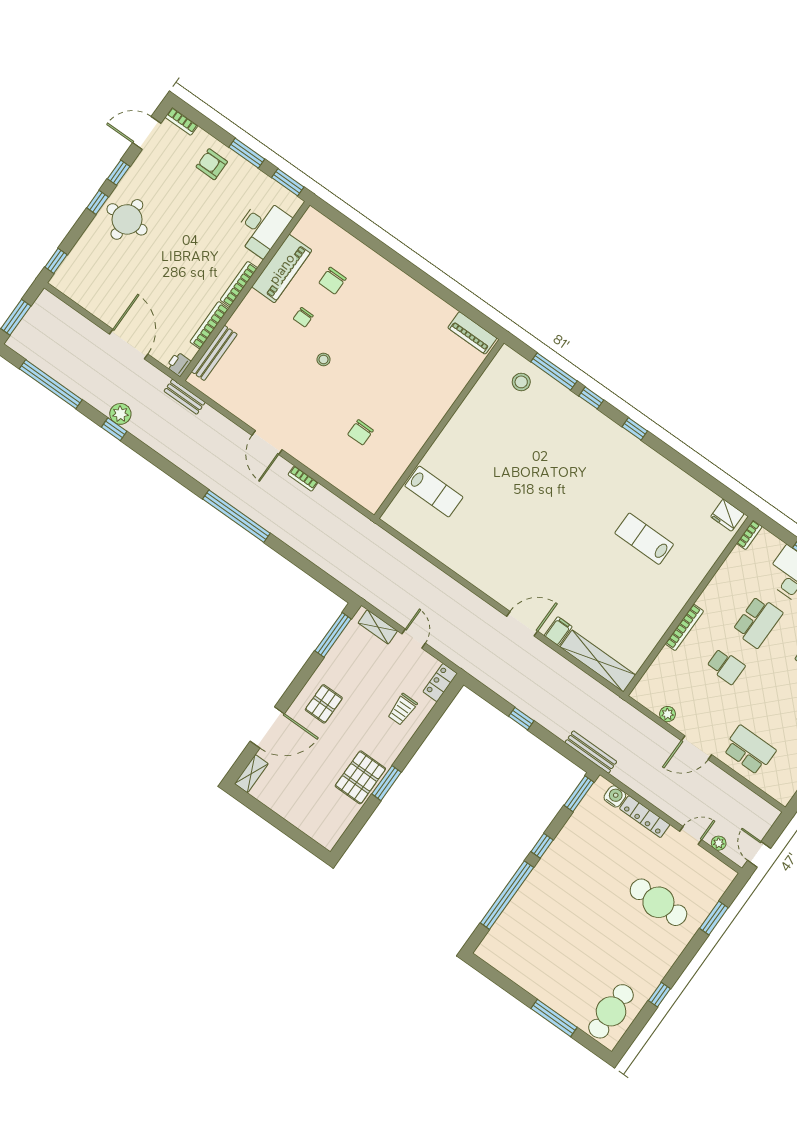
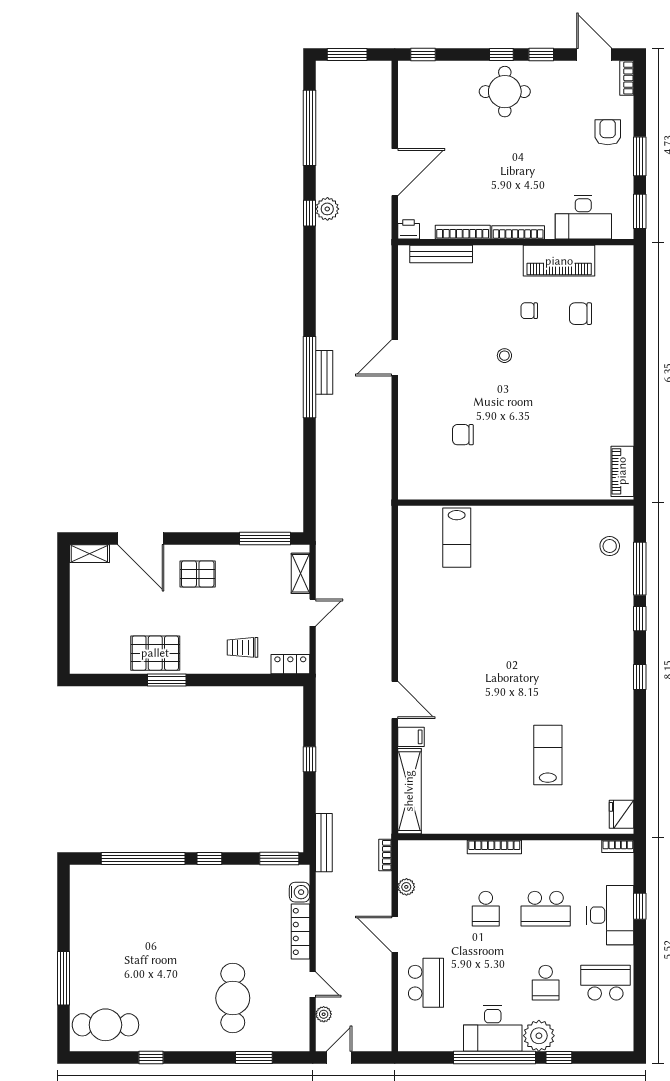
bench: (185, 397) -> (324, 372), moved
bookcase: (303, 479) -> (385, 855), moved

